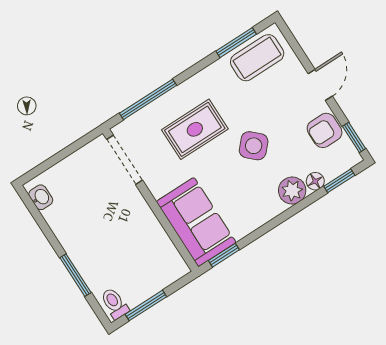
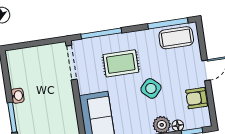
window: (236, 43) -> (168, 23), width x1.44
window: (354, 137) -> (212, 110), removed
washbasin: (41, 197) -> (18, 96), moved

